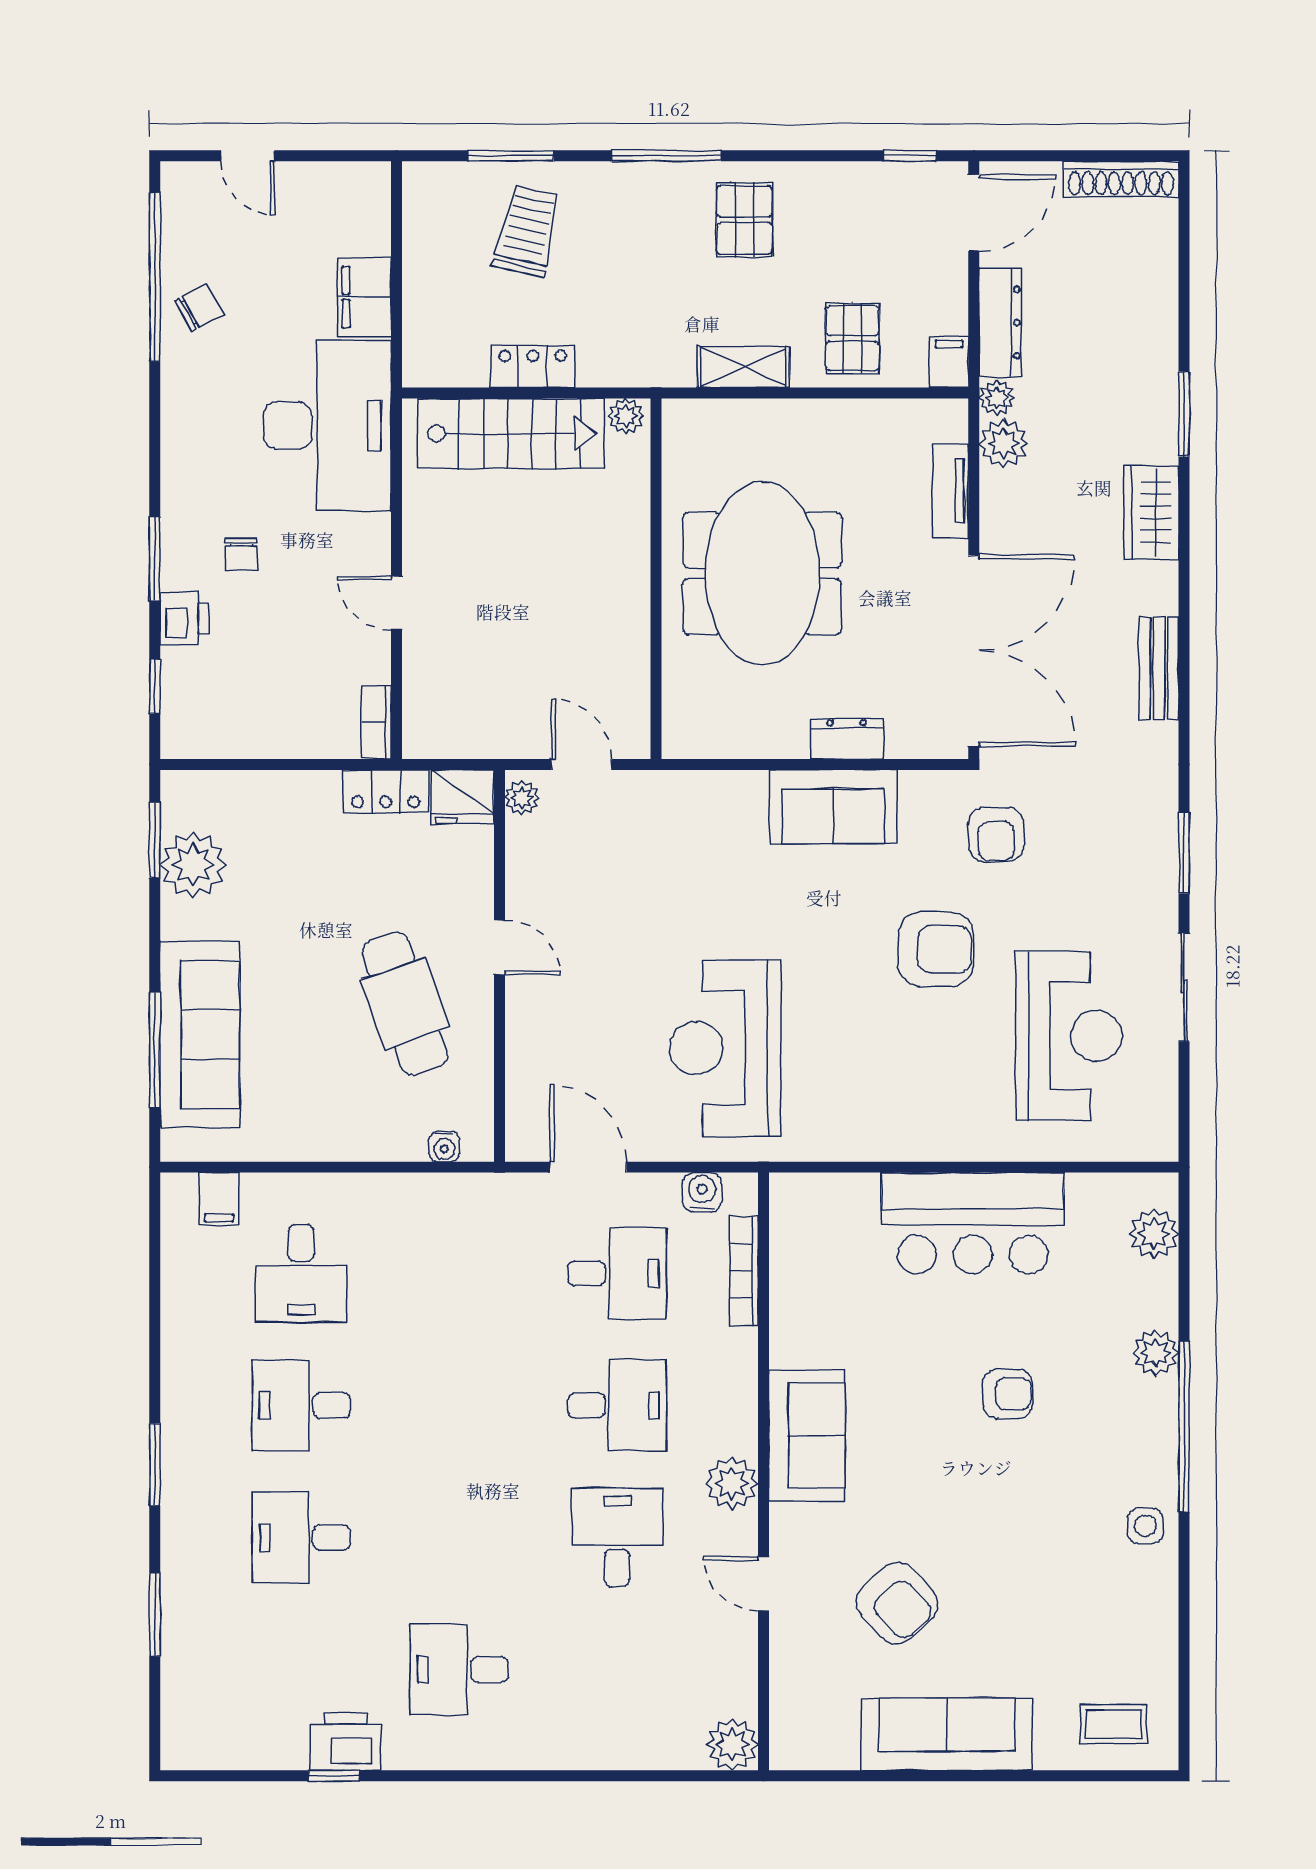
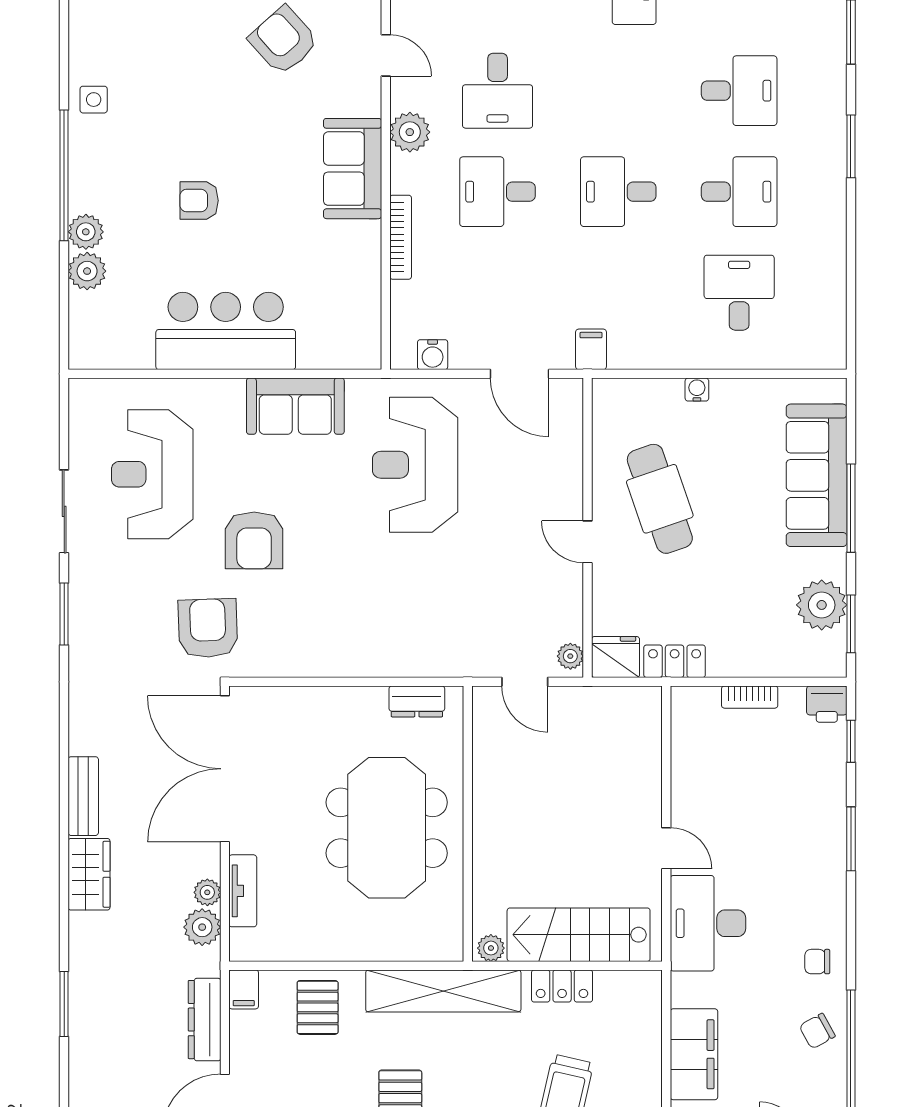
filing cabinet: (365, 297) -> (694, 1054), width x1.50, depth x1.17
shelving: (743, 367) -> (443, 991), width x2.20, depth x1.33
plant: (997, 398) -> (207, 892), moved
window: (1184, 414) -> (64, 1004), moved
desk: (327, 426) -> (708, 923), width x0.73, depth x0.77
chair: (241, 554) -> (817, 962), moved, turned -90
door: (396, 603) -> (666, 848), moved
printer: (184, 618) -> (827, 704), moved, turned -90
bench: (1159, 668) -> (83, 796), moved
bookcase: (376, 722) -> (750, 697), moved, turned 90
dresser: (847, 739) -> (417, 701), moved
sofa: (833, 807) -> (295, 406), moved, turned 180
armchair: (996, 834) -> (208, 628), width x1.38, depth x1.38
armchair: (936, 949) -> (254, 540), turned -91
reception desk: (725, 1048) -> (415, 465), turned 180
window: (155, 1050) -> (851, 508), moved
water cooler: (444, 1146) -> (697, 390), moved
filing cabinet: (219, 1199) -> (591, 349), moved
plant: (1154, 1234) -> (87, 271), moved
bookcase: (744, 1271) -> (401, 237), moved
desk: (617, 1273) -> (618, 192), moved

